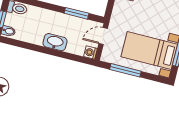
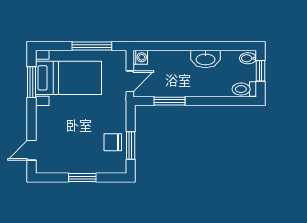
washbasin: (55, 42) -> (205, 59), moved

